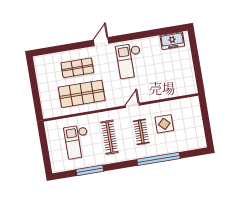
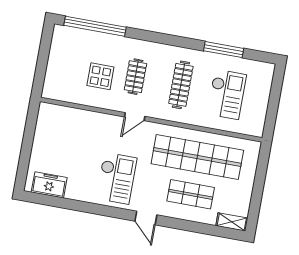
door: (101, 42) -> (146, 218), hinge flipped
shelving: (44, 59) -> (232, 222), added
shop shelf: (82, 94) -> (197, 157), width x1.40
window: (159, 159) -> (95, 26), moved

